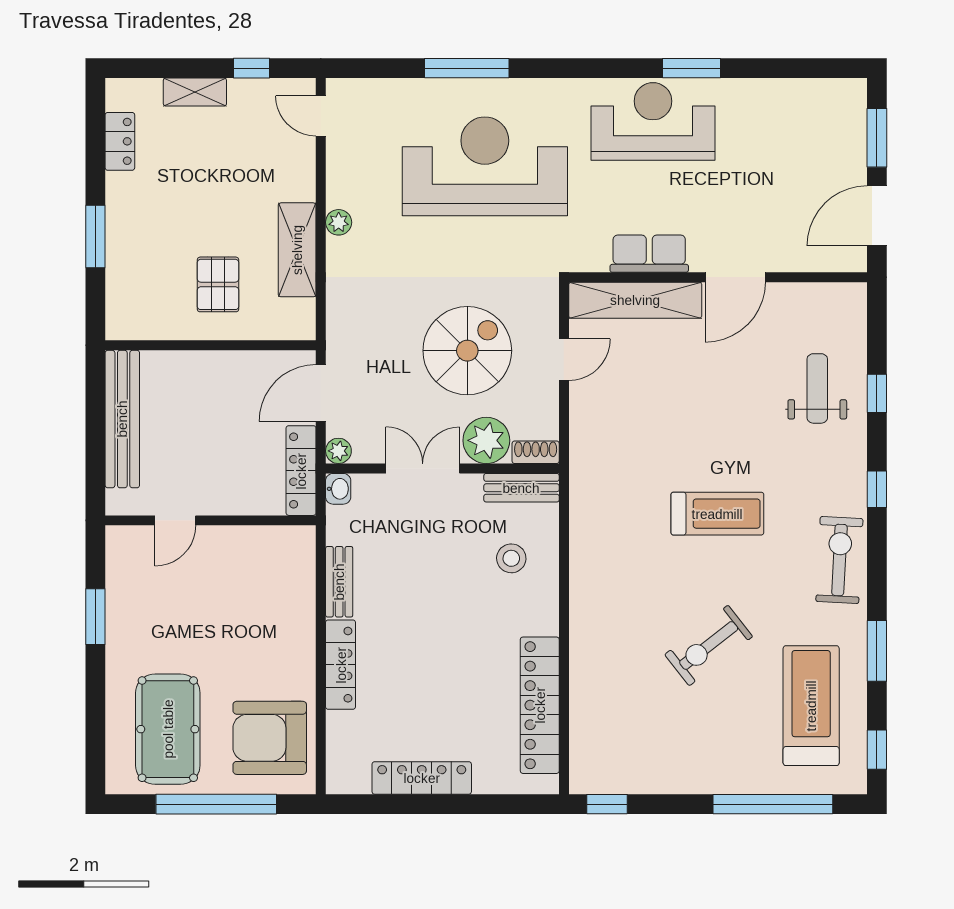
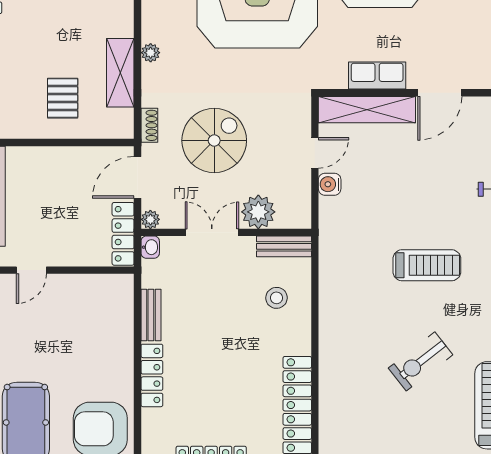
spiral stairs: (467, 351) -> (214, 140), moved
water cooler: (584, 403) -> (330, 184), added
shoe rack: (536, 452) -> (149, 125), moved, turned 90

